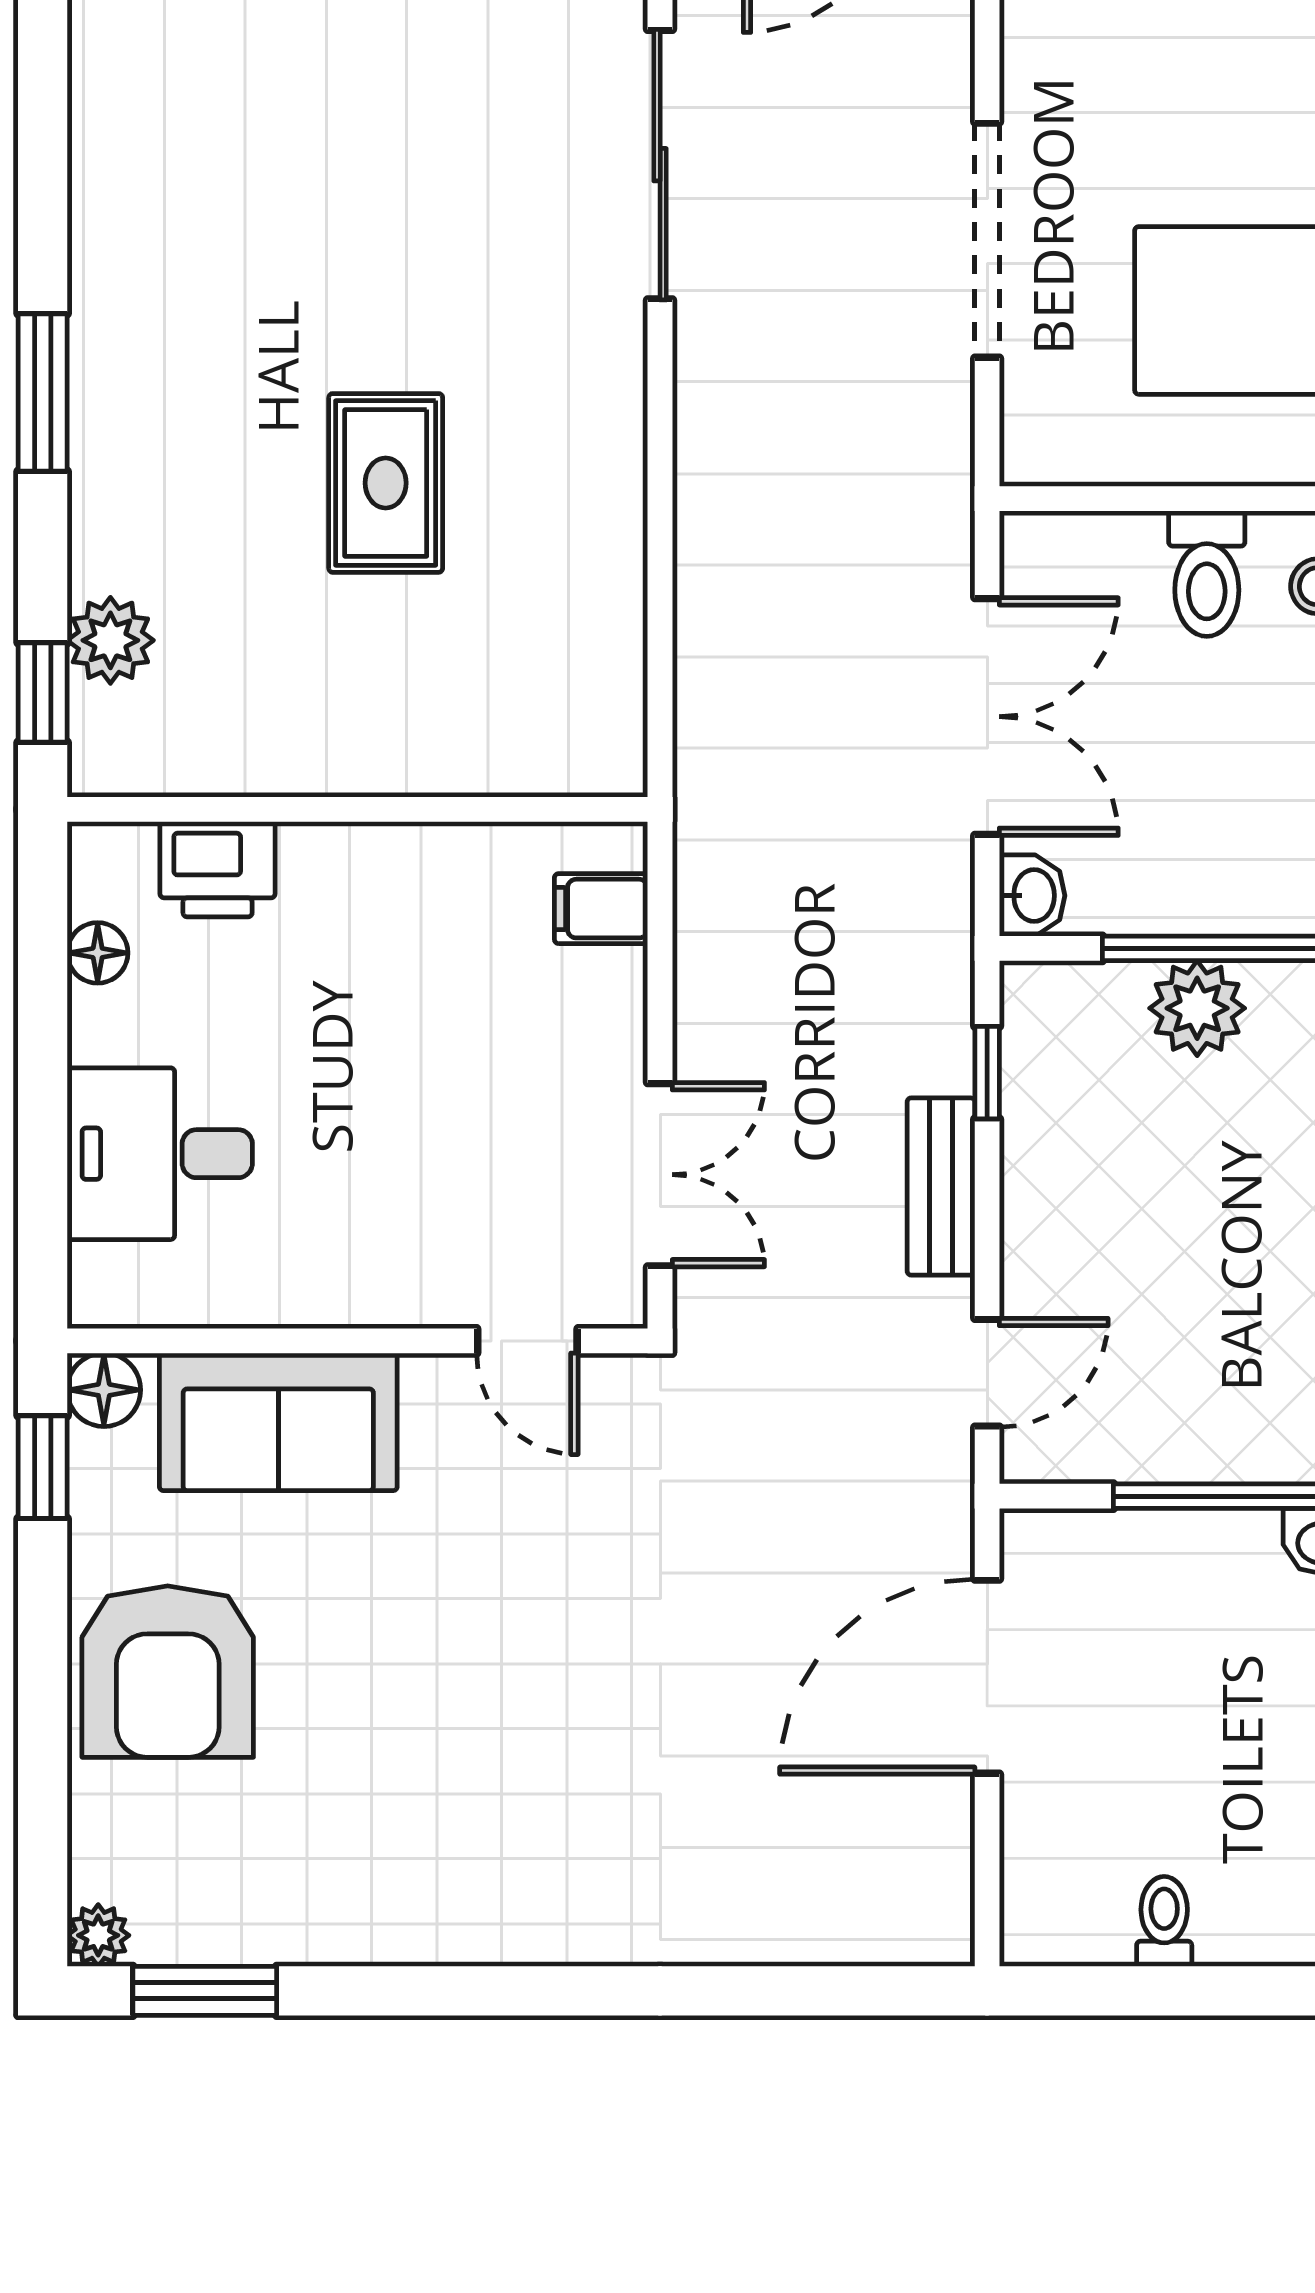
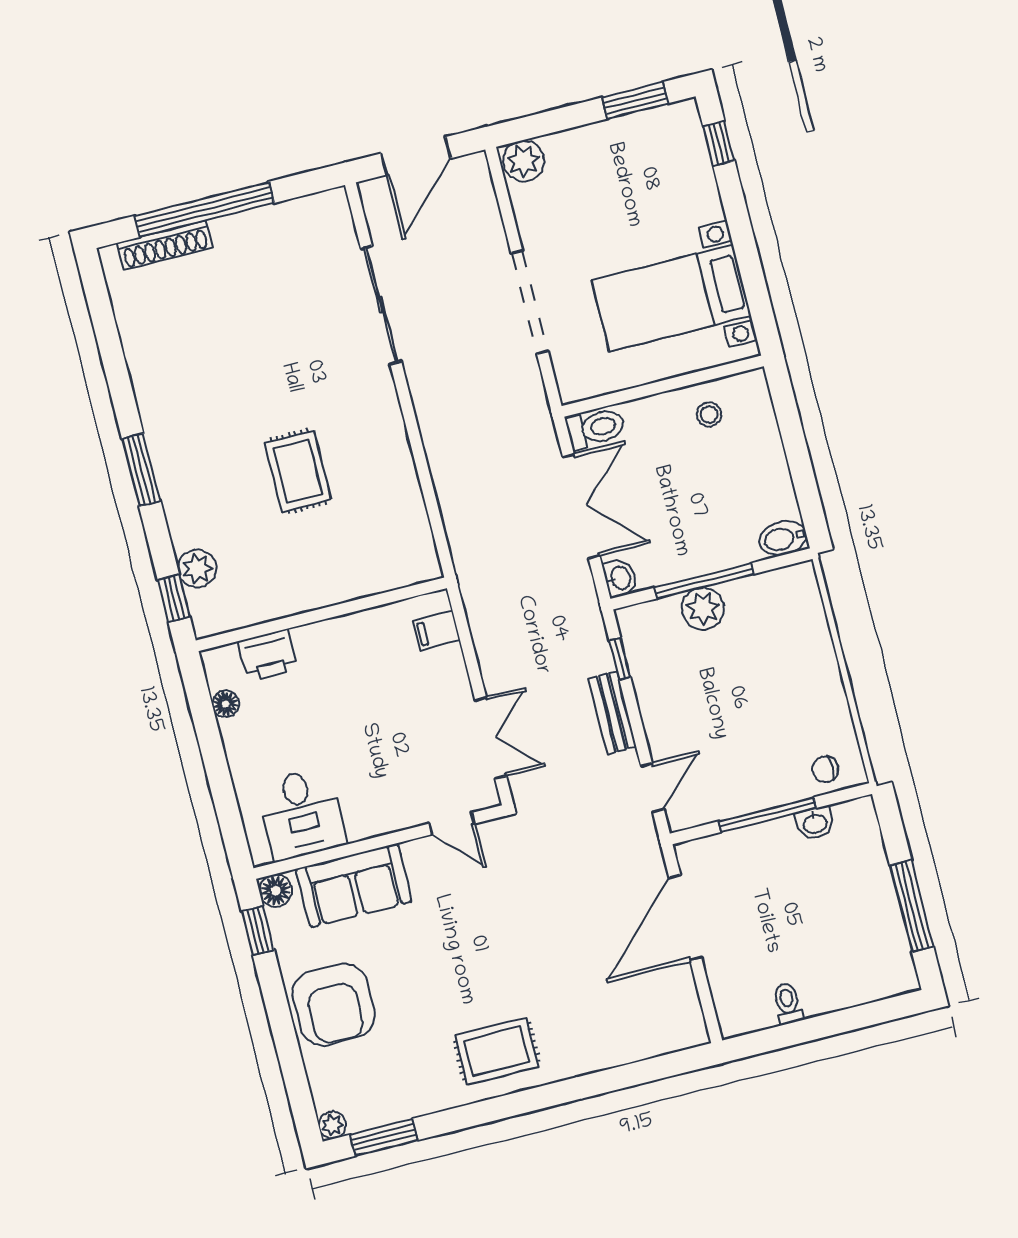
toilet: (1207, 574) -> (596, 428), moved, turned -90
desk: (160, 1154) -> (302, 814), moved, turned -90
rug: (499, 1864) -> (497, 1051), added

